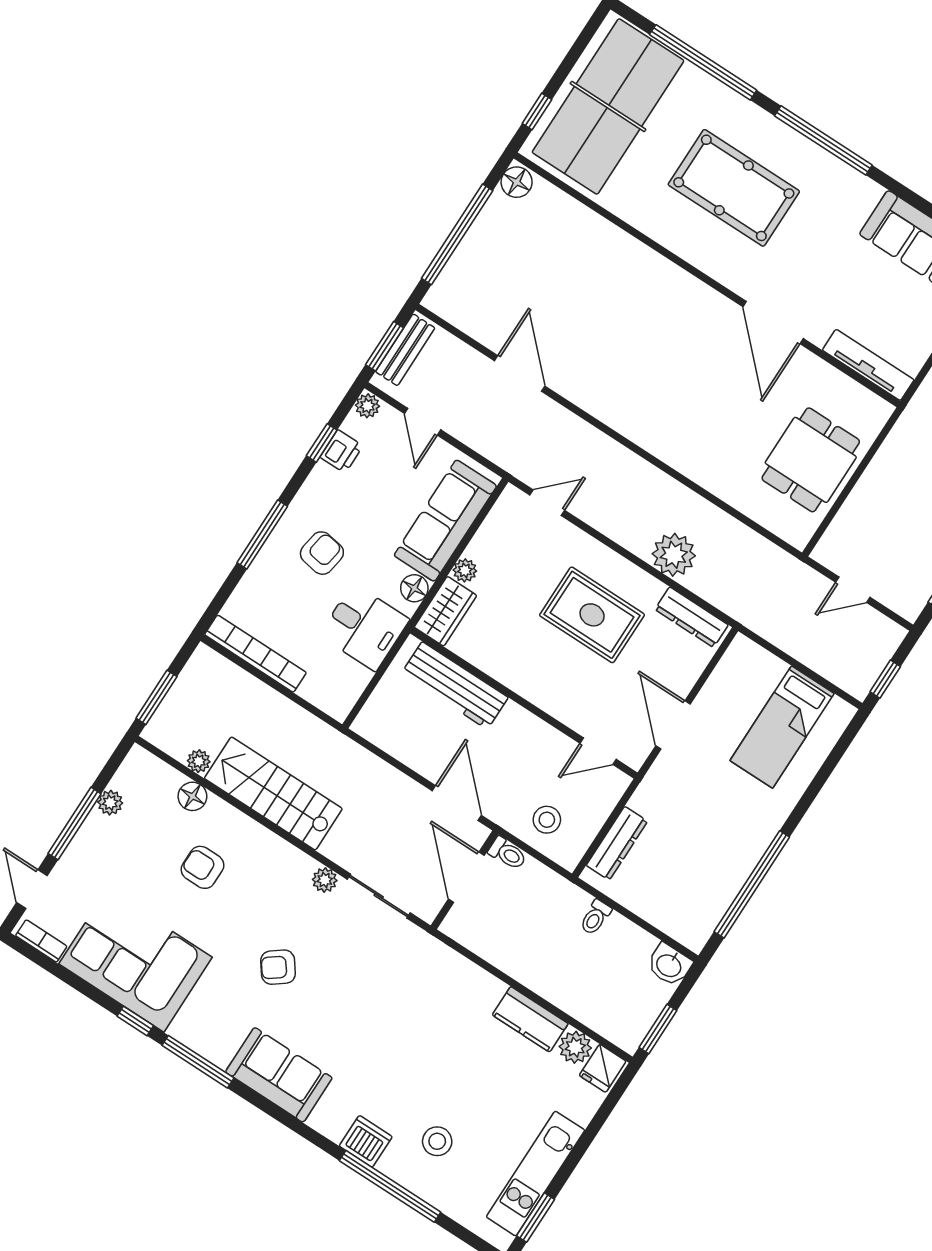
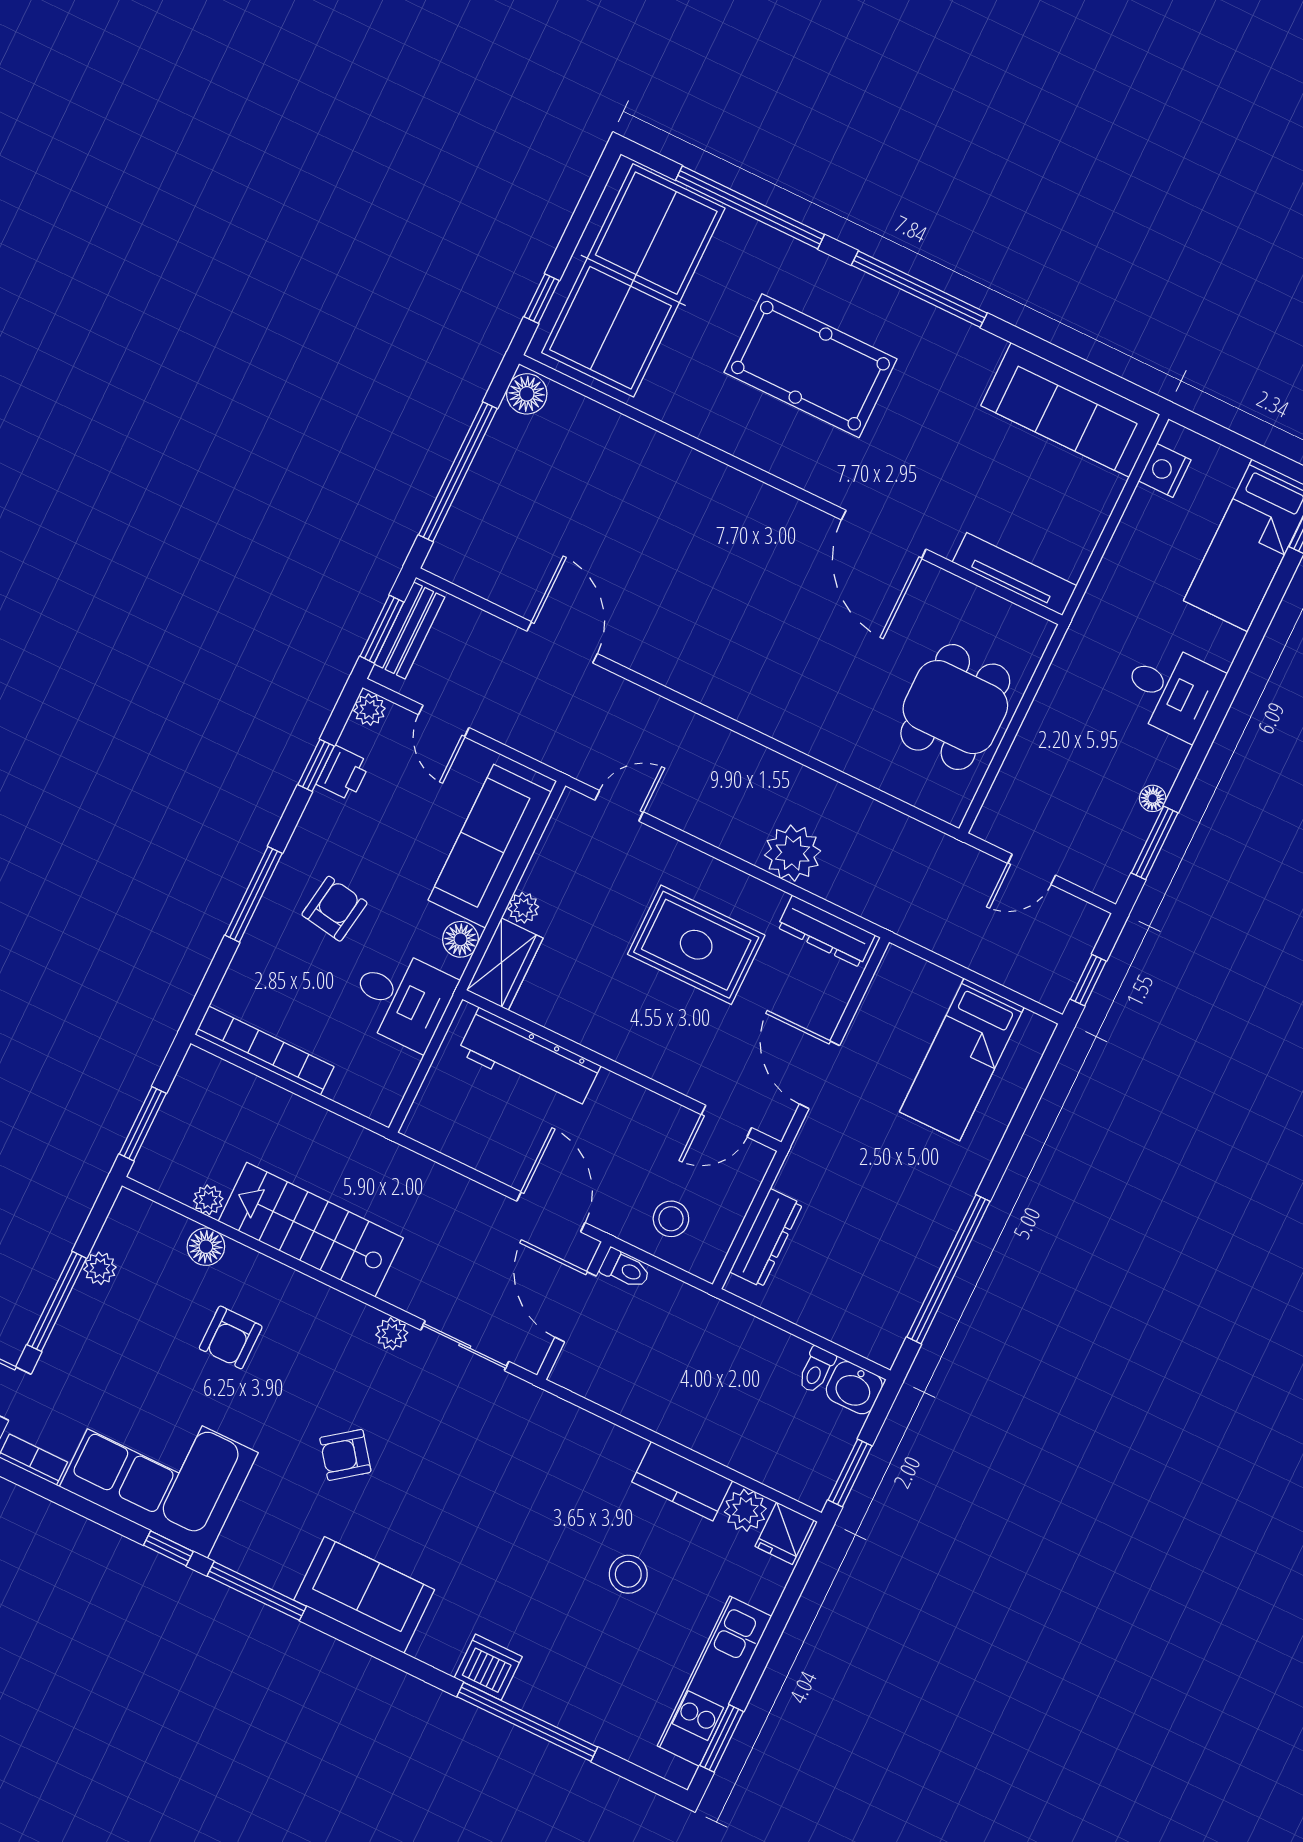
armchair: (203, 867) -> (231, 1337), turned -90
toilet: (595, 917) -> (816, 1370), moved
stool: (437, 1141) -> (628, 1574), moved

